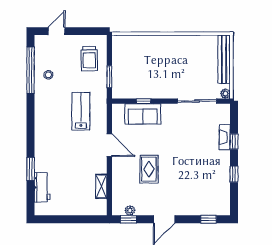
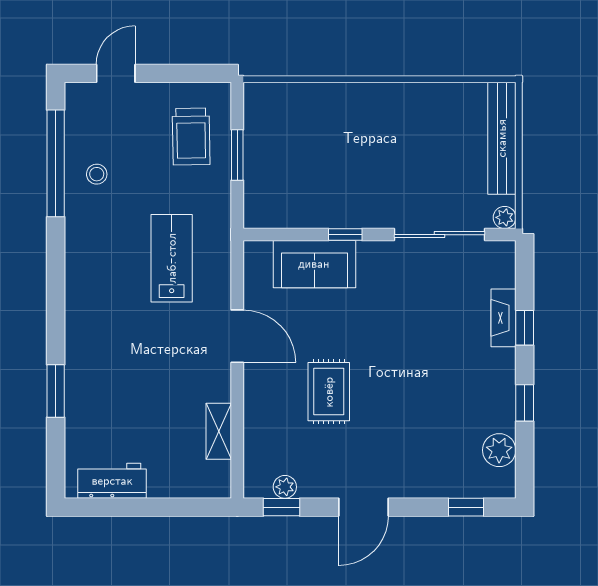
window: (109, 77) -> (237, 155), moved
window: (144, 101) -> (345, 235), moved
workbench: (42, 187) -> (112, 481), moved, turned -90
plant: (223, 195) -> (499, 450), added

